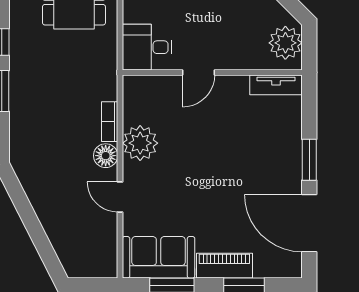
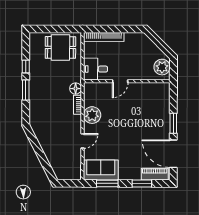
tv unit: (276, 85) -> (157, 87), removed
floor lamp: (106, 156) -> (76, 89), moved
door: (120, 197) -> (82, 141), swing flipped
piano: (224, 266) -> (155, 174), moved

